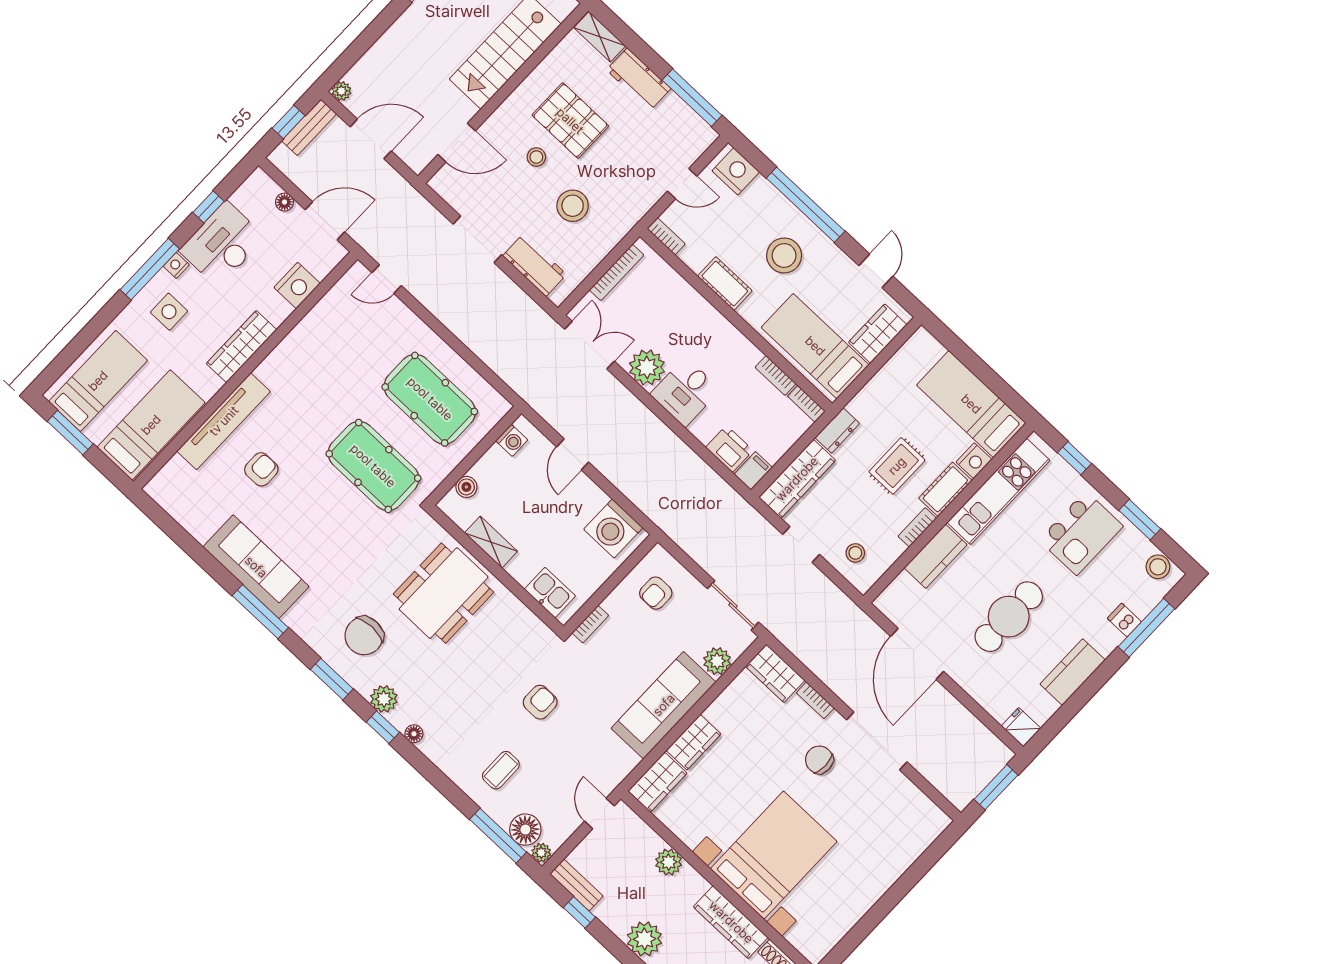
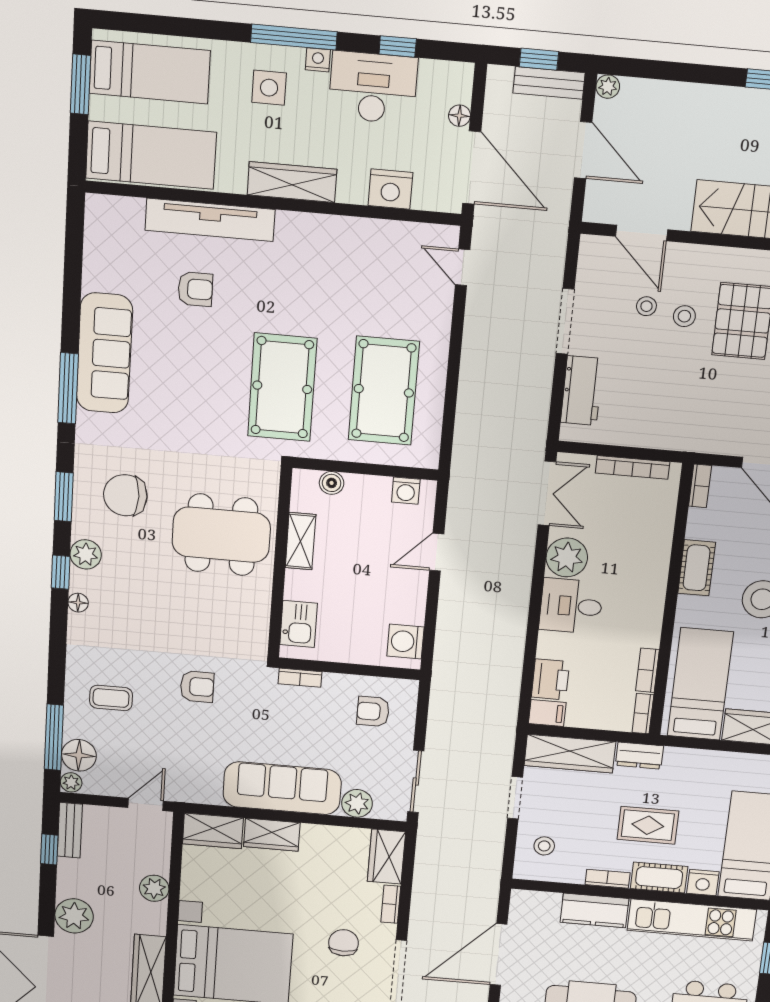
stool: (573, 206) -> (646, 306), moved, width x0.53, depth x0.53
door: (325, 221) -> (472, 168), width x1.36
washing machine: (613, 528) -> (405, 642), width x0.73, depth x0.73

